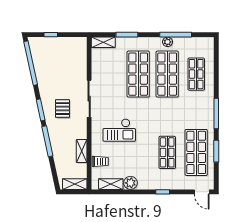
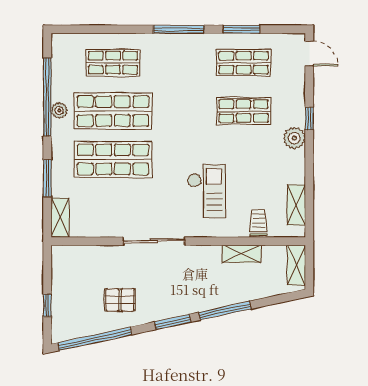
window: (176, 35) -> (47, 97), width x1.46
pallet: (63, 109) -> (120, 300), moved
shop shelf: (196, 152) -> (244, 63), width x0.70, depth x0.74
plant: (131, 183) -> (294, 138), moved
door: (202, 192) -> (309, 54), hinge flipped

